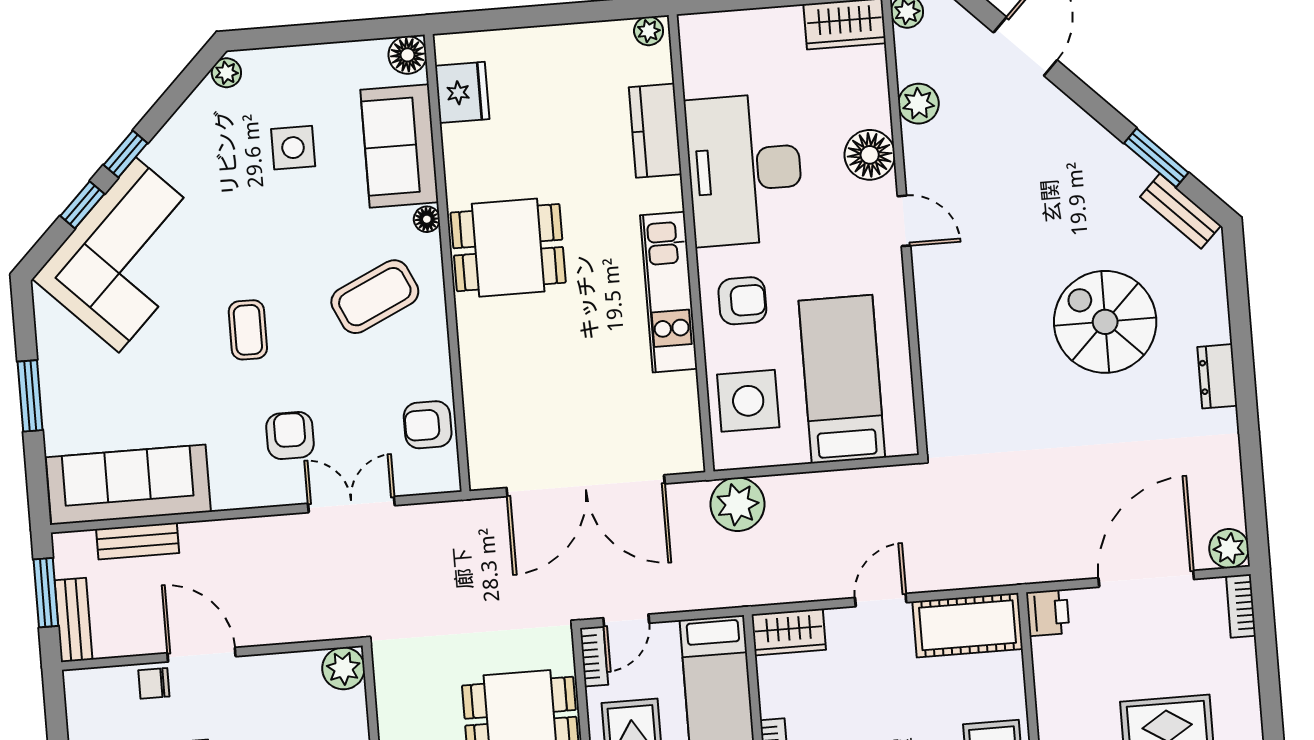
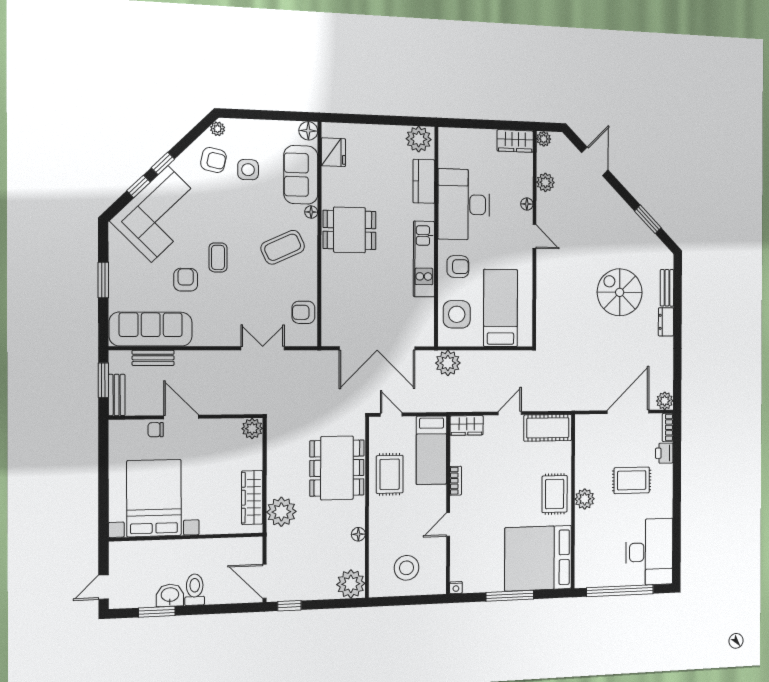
plant: (649, 31) -> (419, 139), width x1.88, depth x1.88
armchair: (223, 136) -> (213, 160), added
floor lamp: (870, 155) -> (527, 204), width x0.53, depth x0.53
bench: (1180, 211) -> (667, 288), moved, turned 45
armchair: (290, 435) -> (186, 280), moved
printer: (1048, 613) -> (664, 453), moved, turned 180
door: (626, 621) -> (391, 415), swing flipped
bookcase: (594, 656) -> (375, 431), removed

